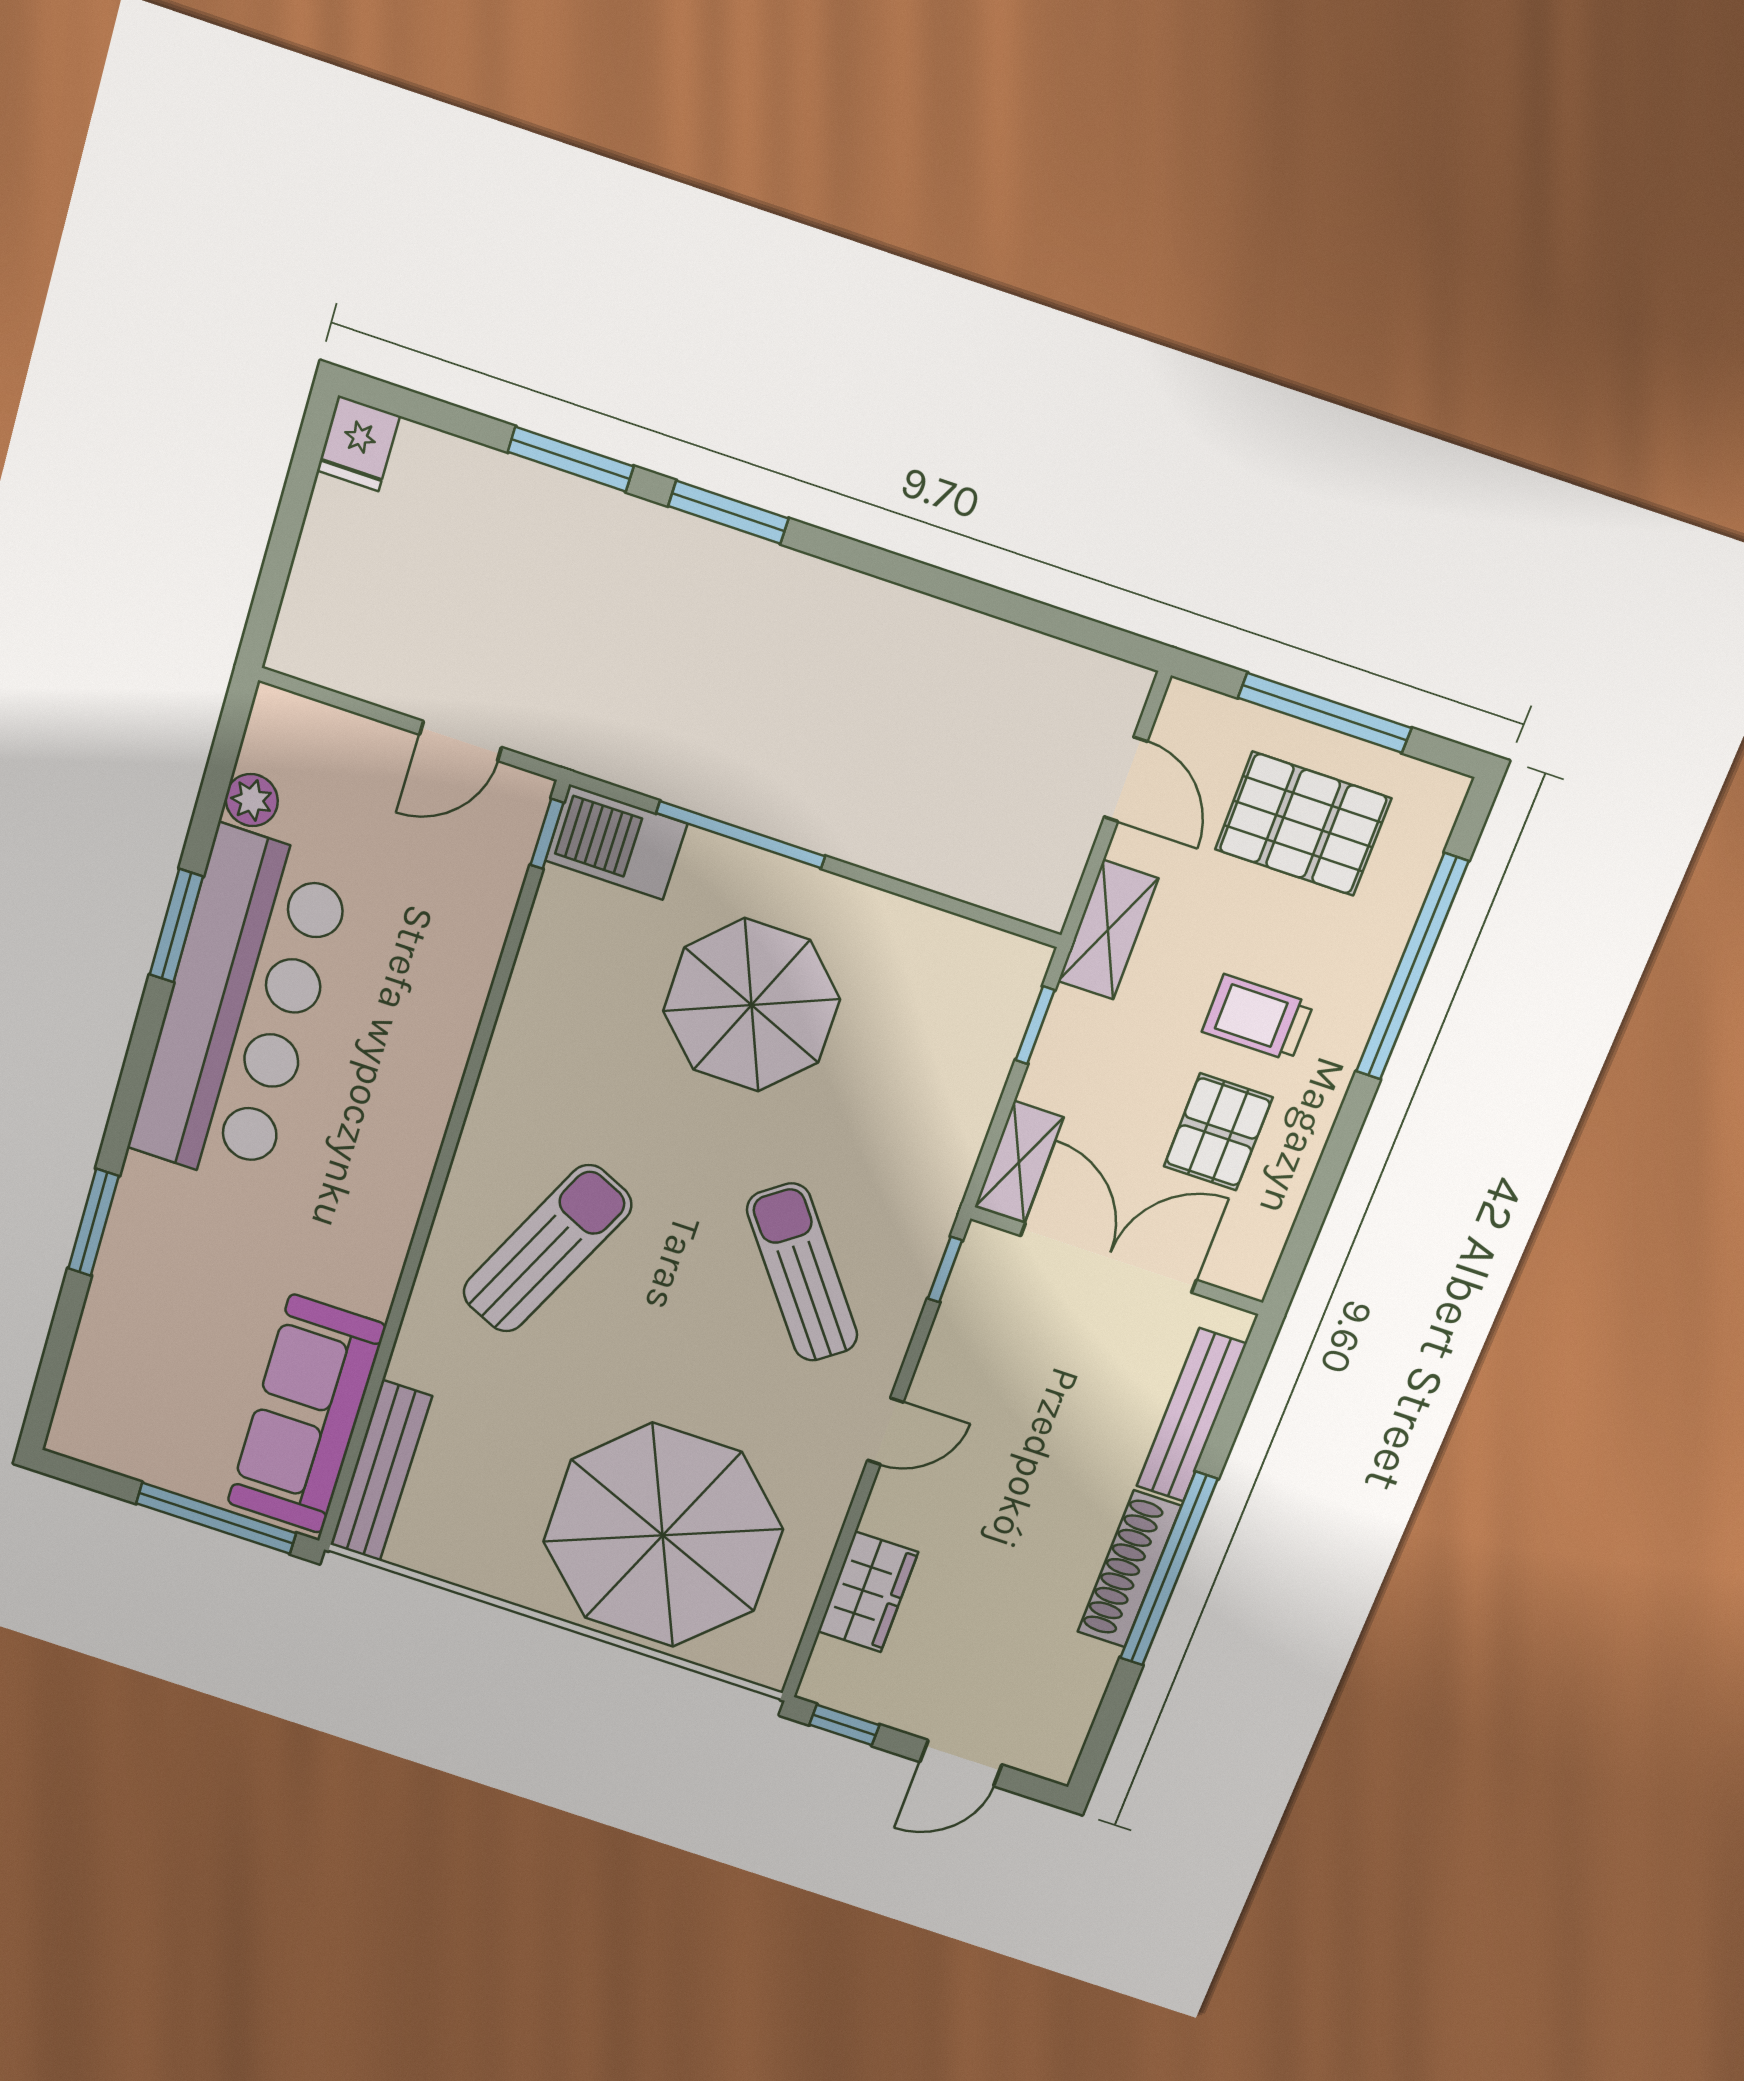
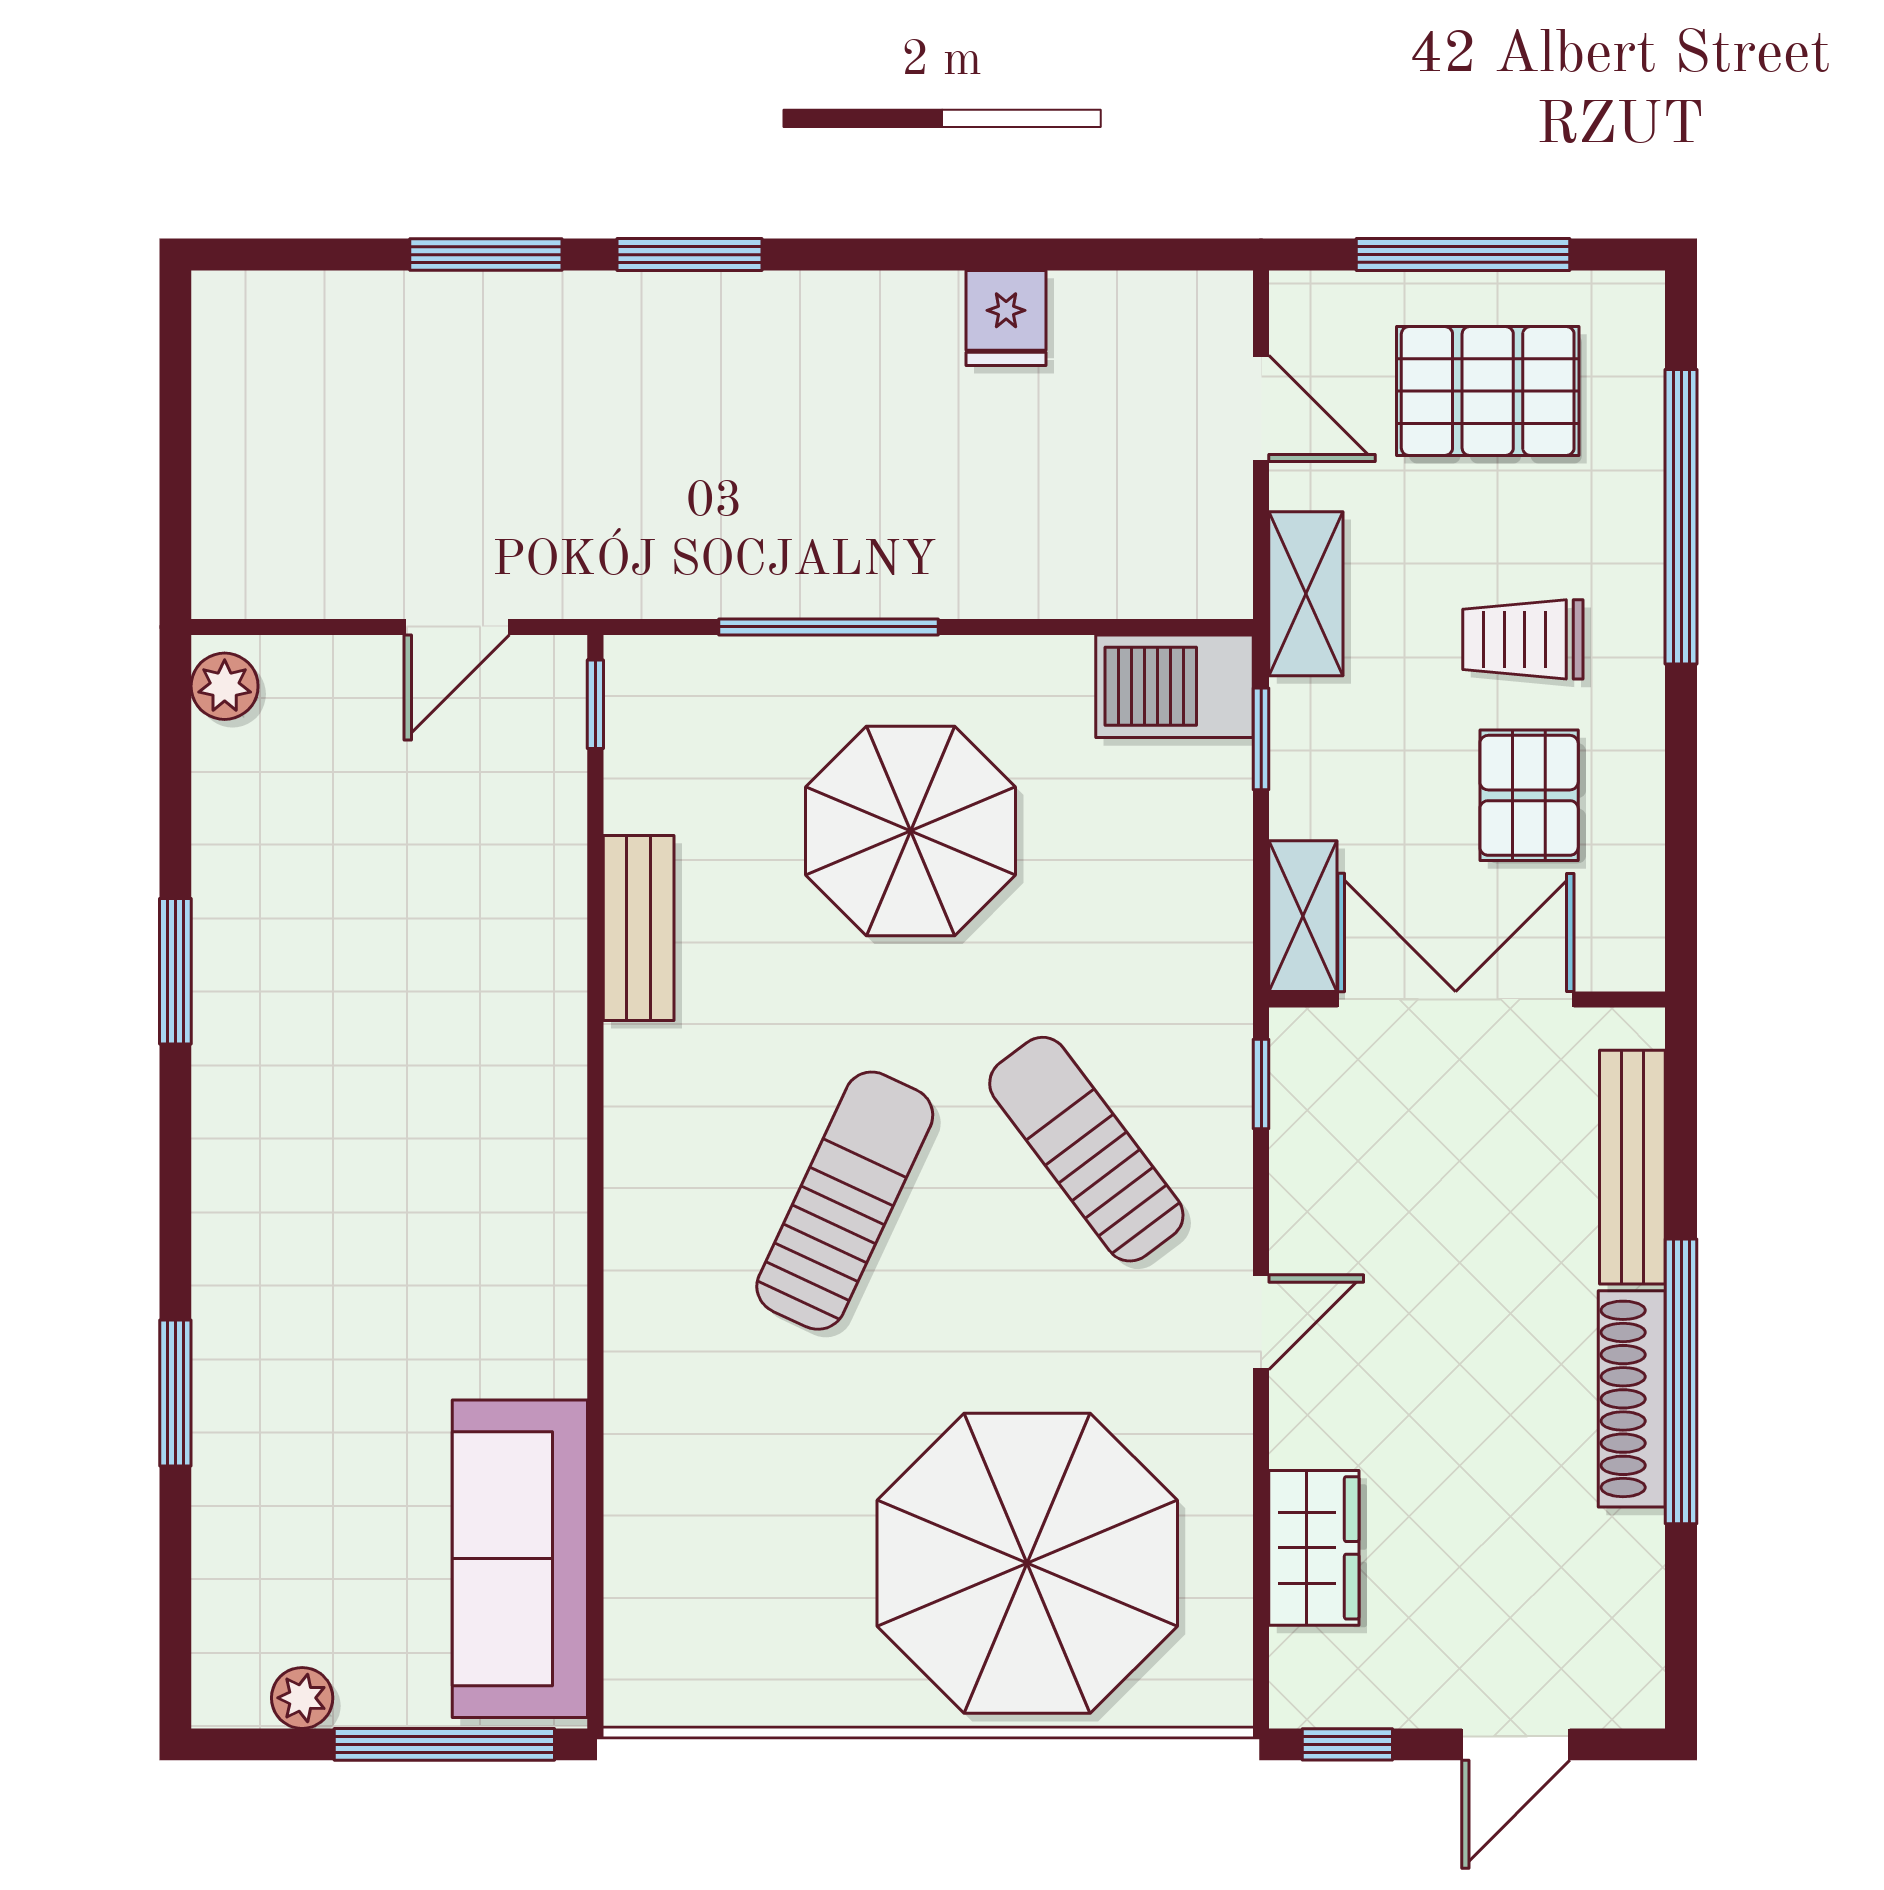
fridge: (358, 443) -> (1006, 318), moved
plant: (252, 800) -> (225, 686), moved
barbecue: (616, 842) -> (1174, 686), moved
bar counter: (240, 1009) -> (284, 1051), removed
sun lounger: (547, 1249) -> (845, 1201), moved
plant: (125, 1455) -> (302, 1698), added
bench: (381, 1471) -> (639, 928), moved, width x0.73

